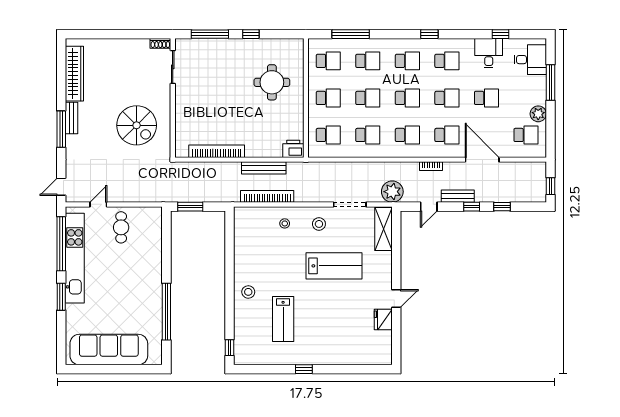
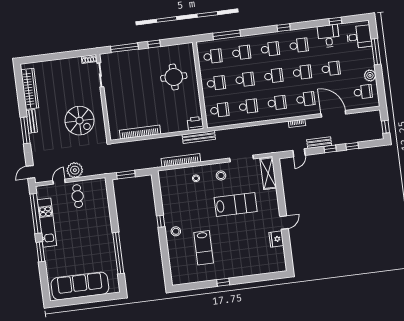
bench: (264, 168) -> (199, 137), moved
plant: (392, 192) -> (75, 170), moved
kitchen unit: (75, 258) -> (47, 223), width x0.73
window: (229, 348) -> (161, 221), moved

